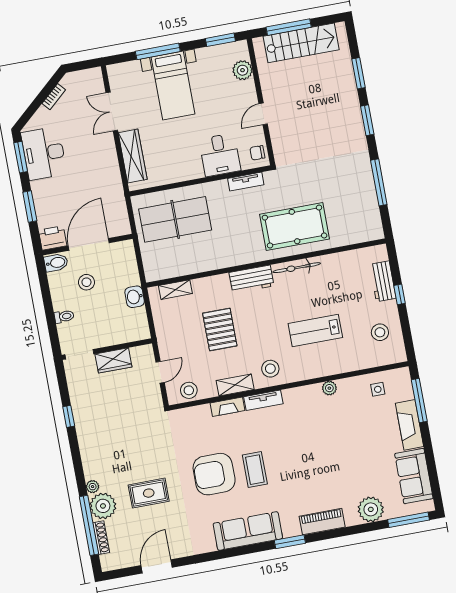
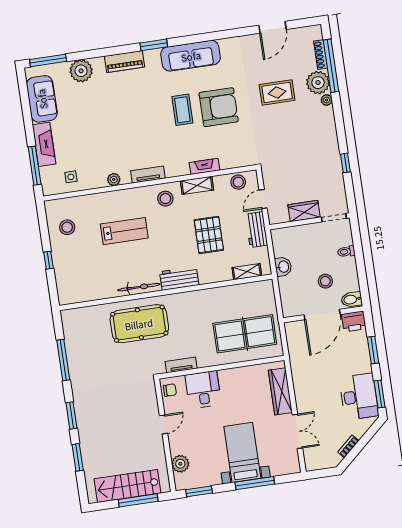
workbench: (383, 281) -> (256, 230), moved, turned 180
tv unit: (263, 400) -> (148, 175), moved

